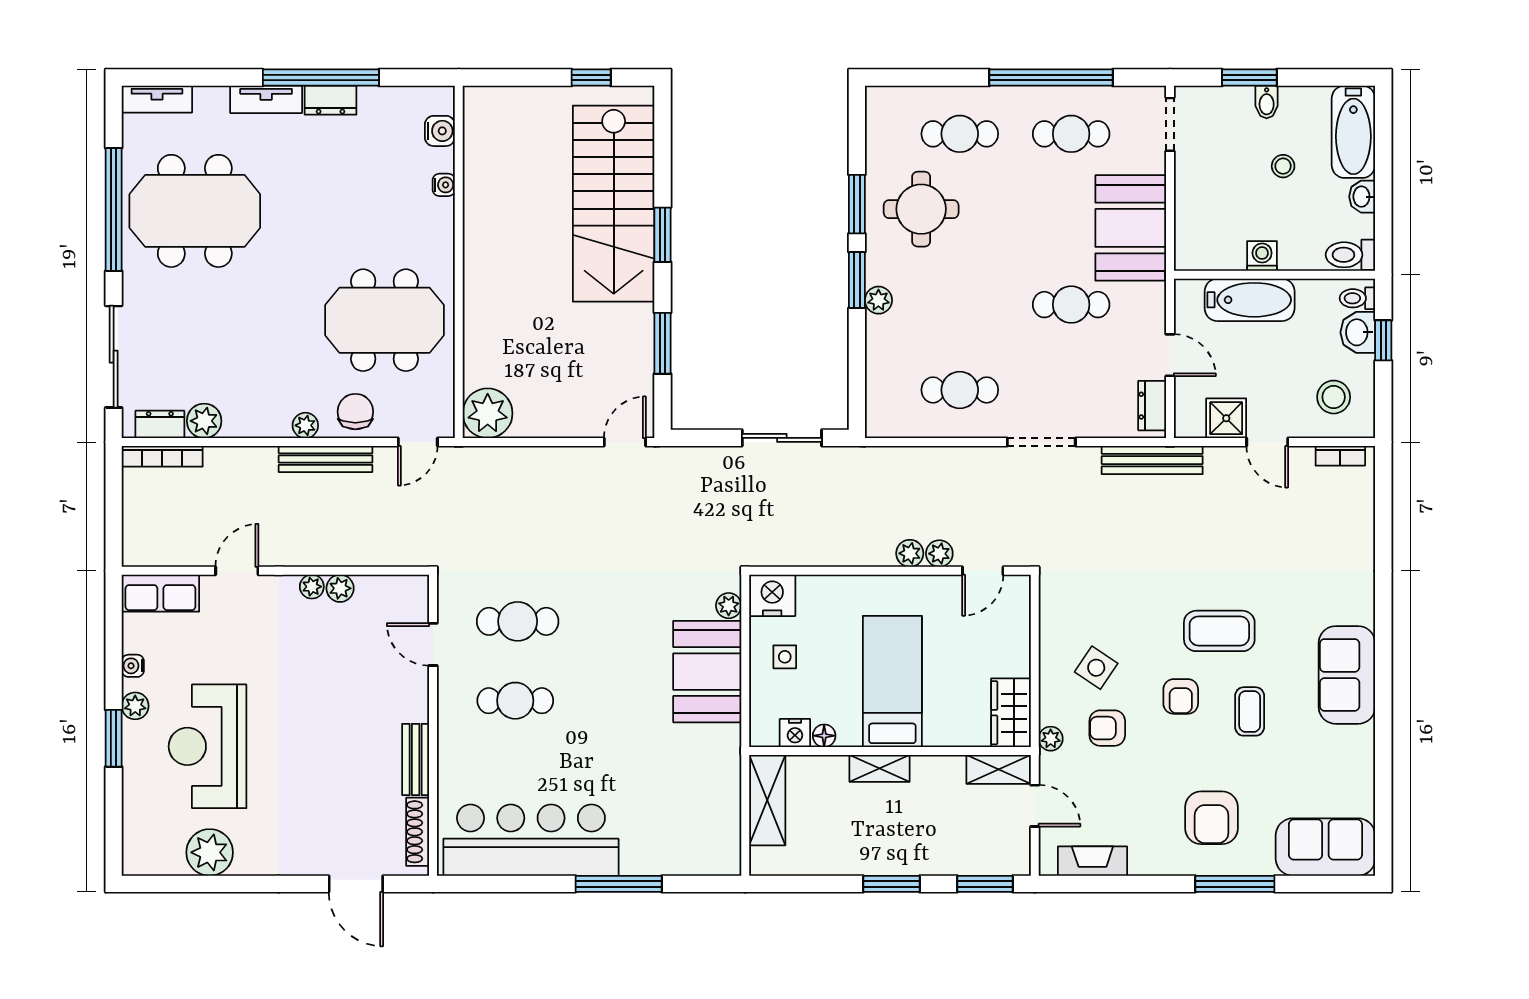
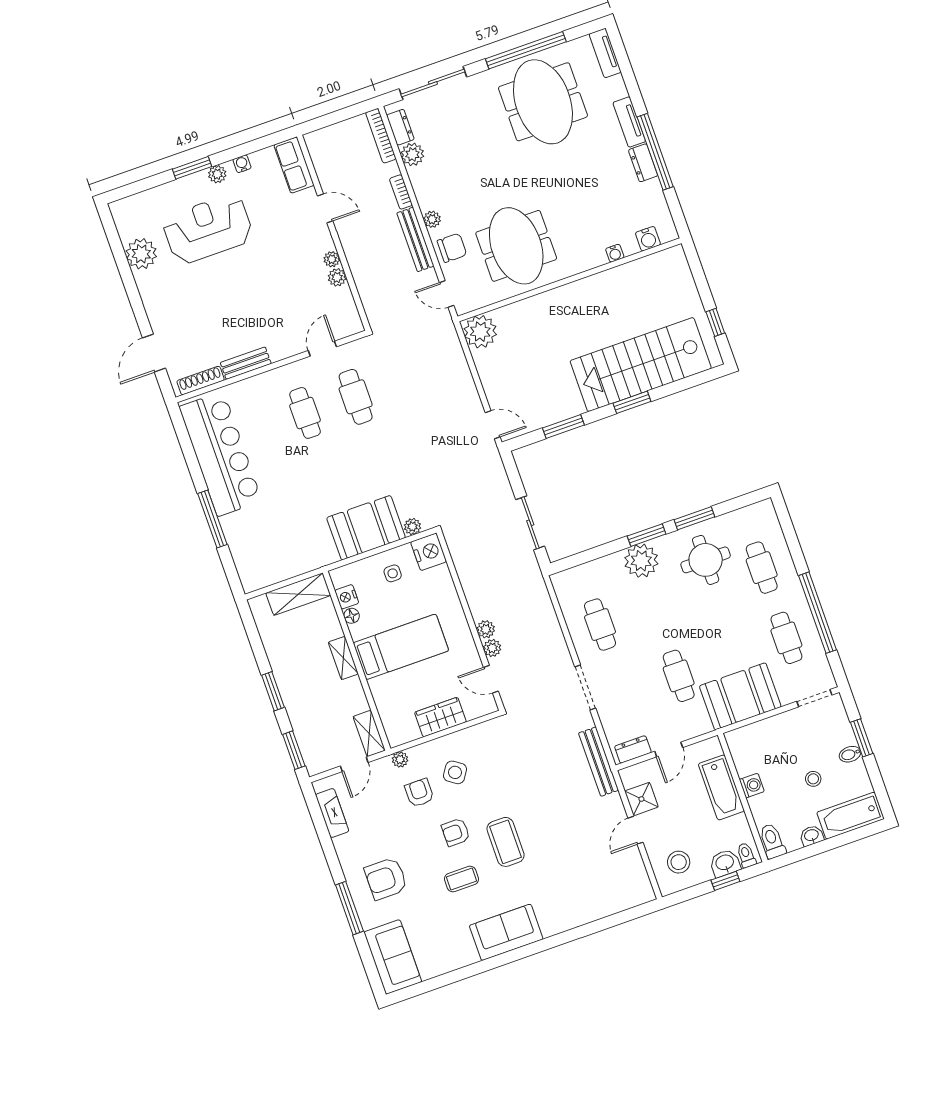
plant: (878, 300) -> (641, 561), width x1.87, depth x1.87
bookcase: (1340, 456) -> (401, 192), moved
wardrobe: (1011, 713) -> (440, 717), moved

